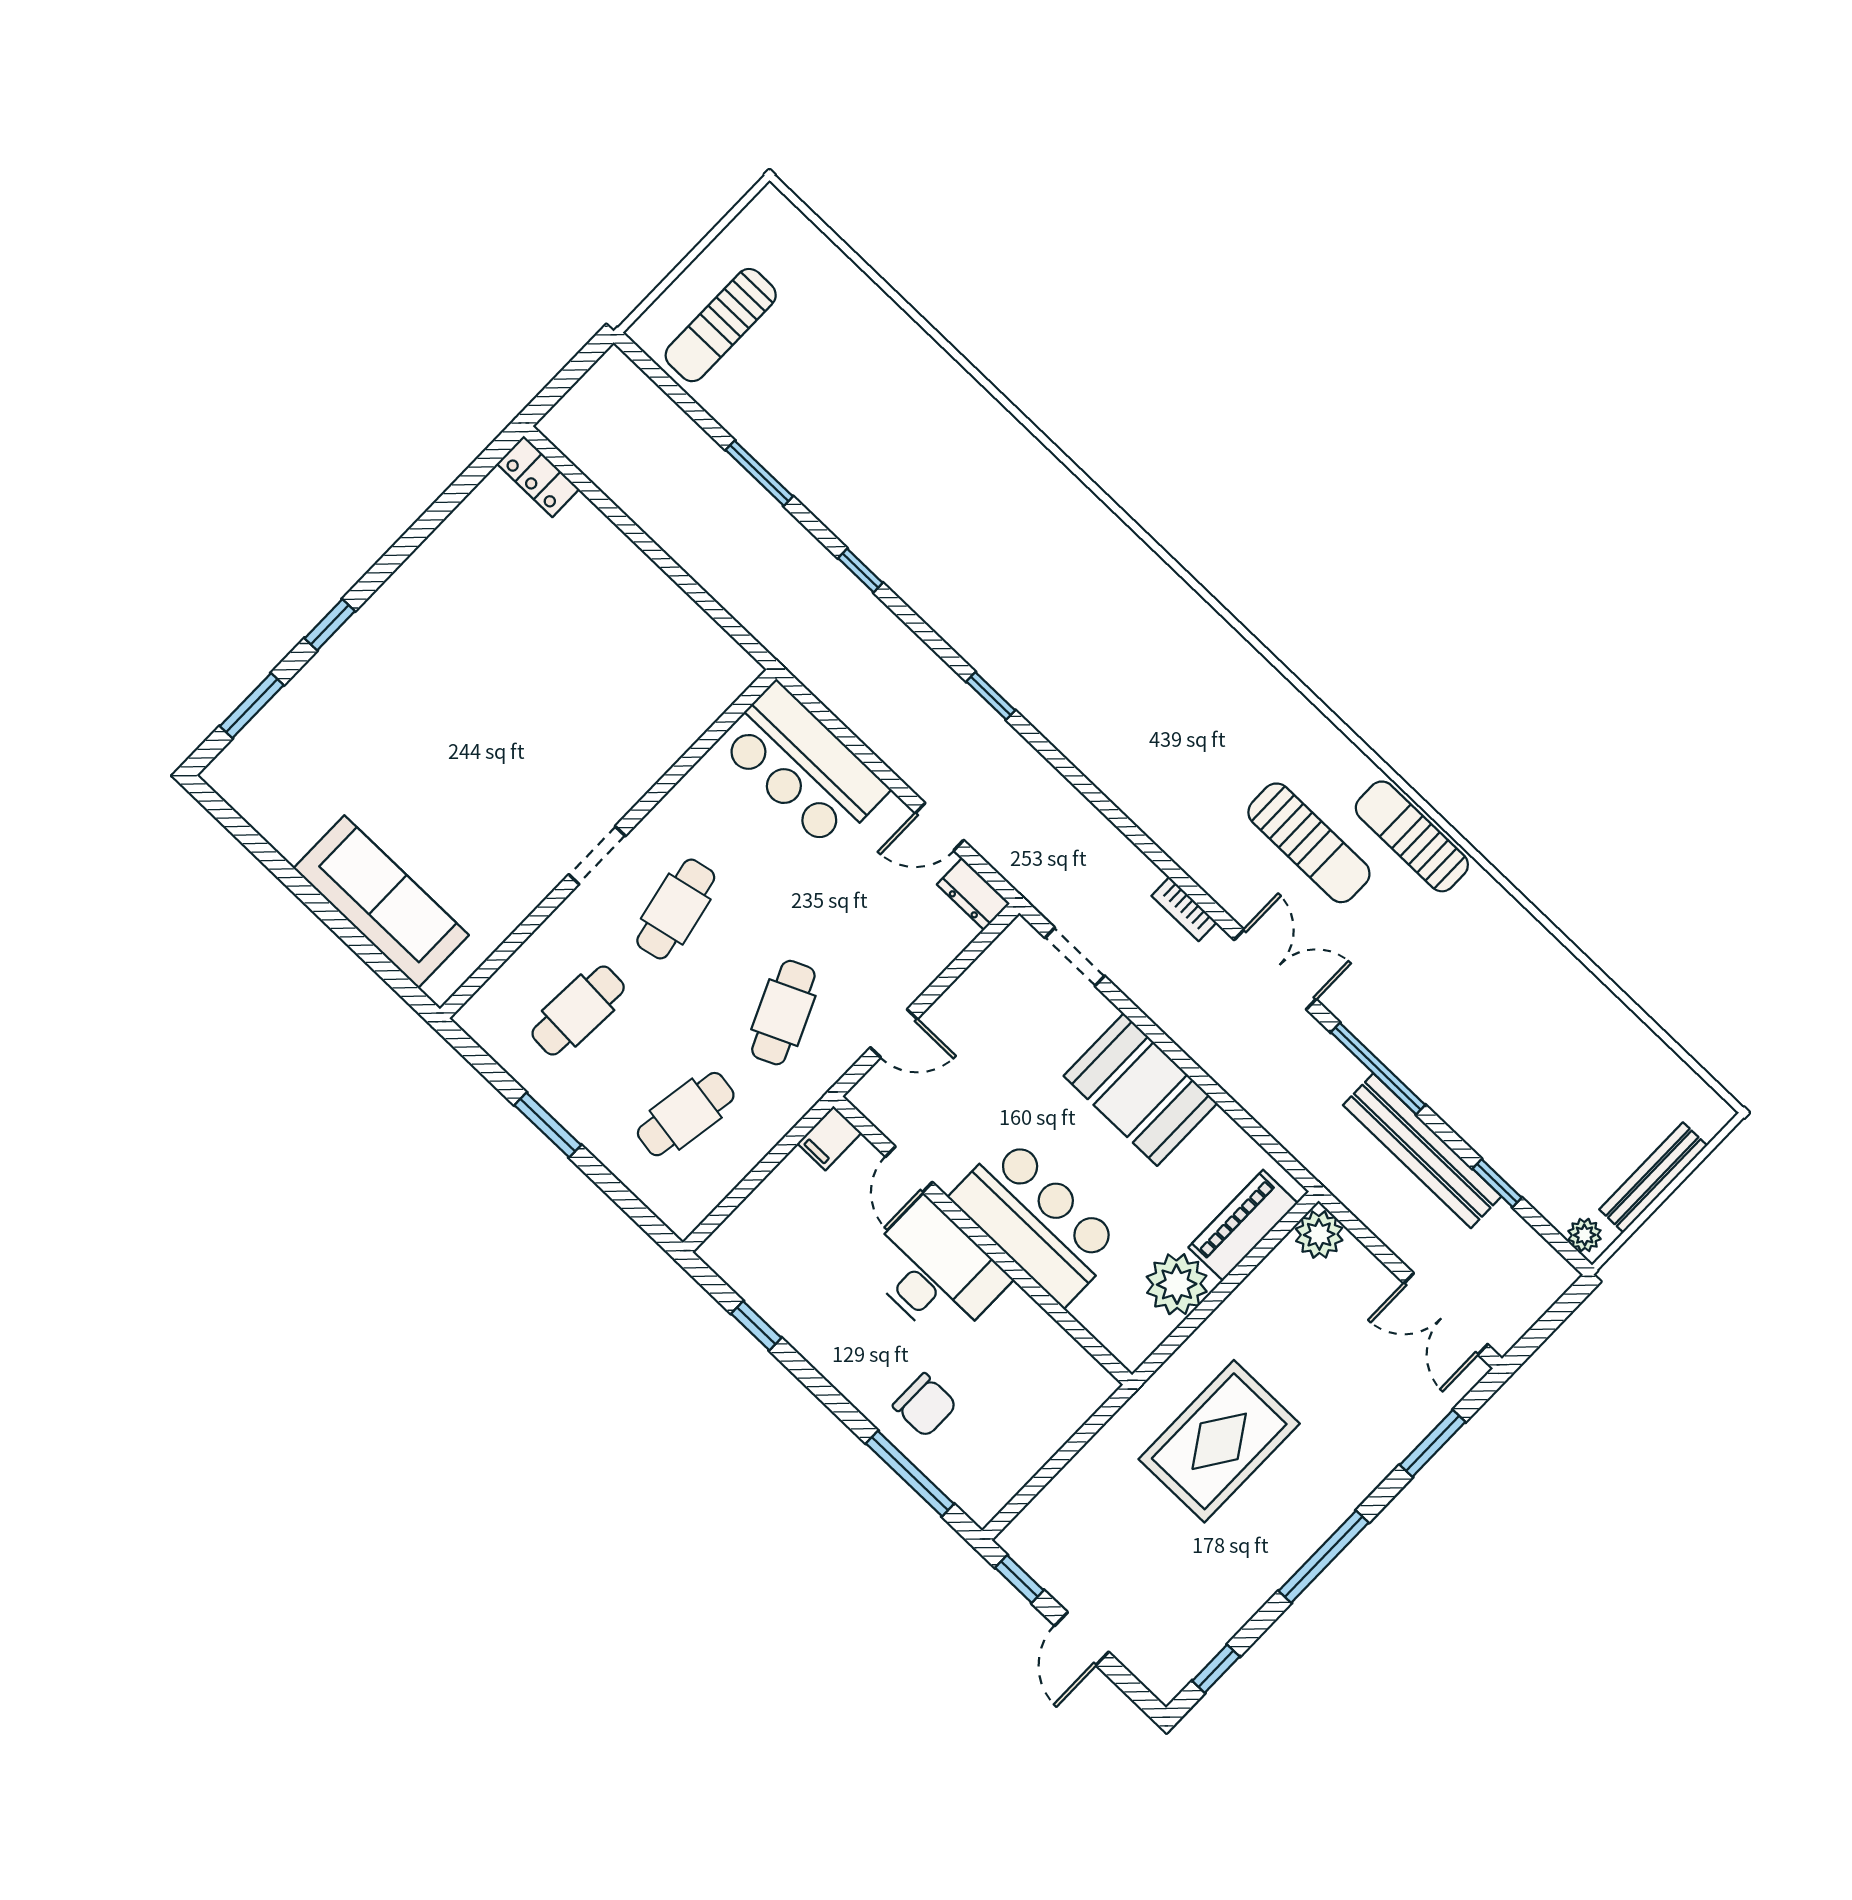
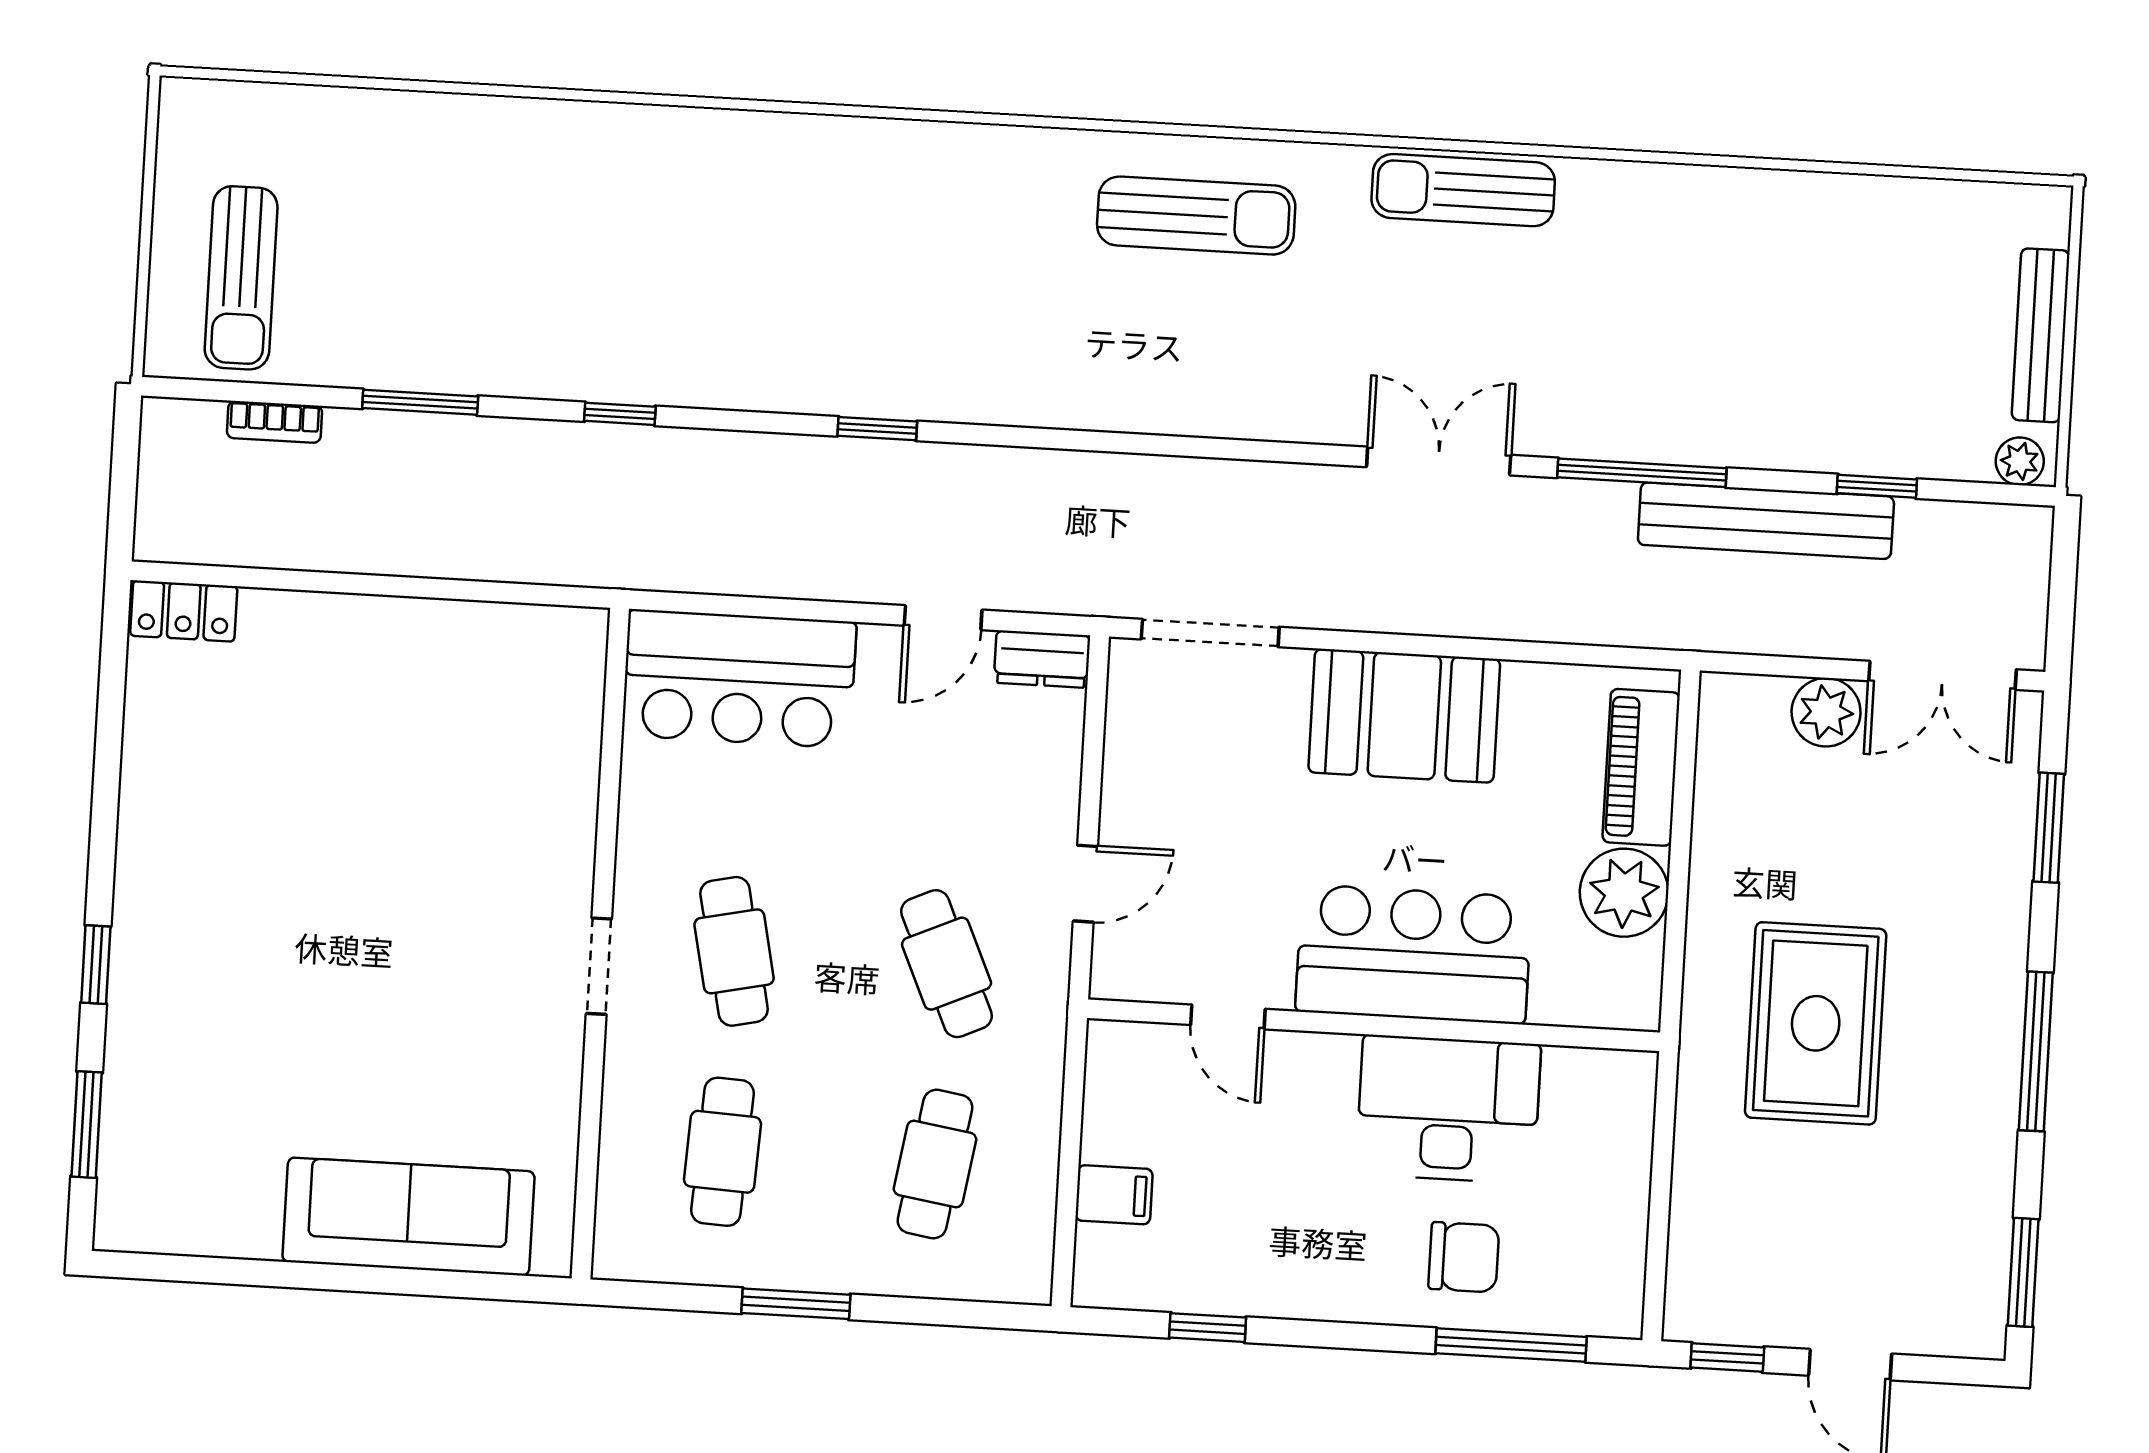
sun lounger: (1309, 843) -> (1196, 216), moved
bookcase: (1184, 909) -> (275, 422), moved
doorway: (1075, 957) -> (1210, 633), width x1.38
filing cabinet: (829, 1138) -> (1114, 1195), moved, turned -90
plant: (1319, 1234) -> (1826, 712), moved
desk: (935, 1272) -> (1448, 1109), moved
window: (1216, 1669) -> (2023, 1272), width x1.50

